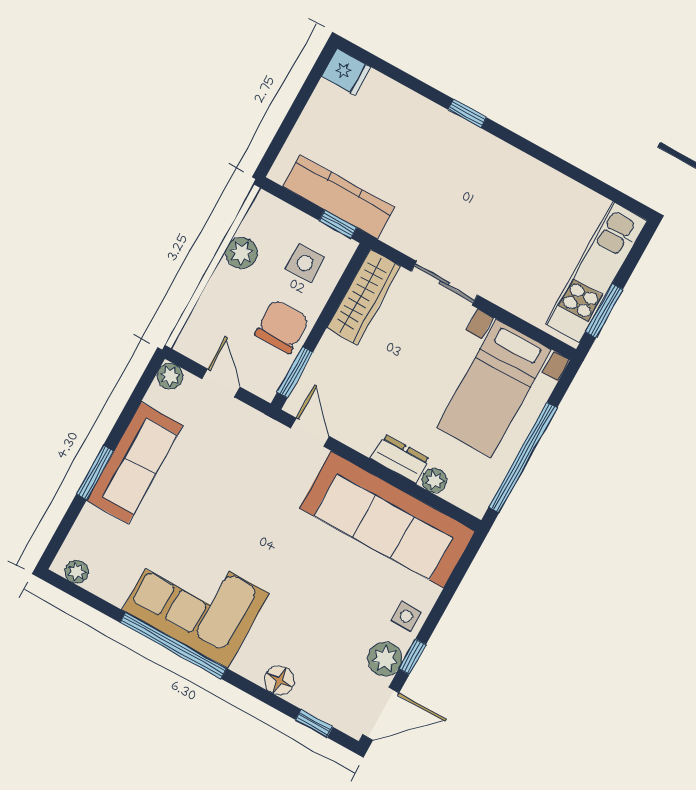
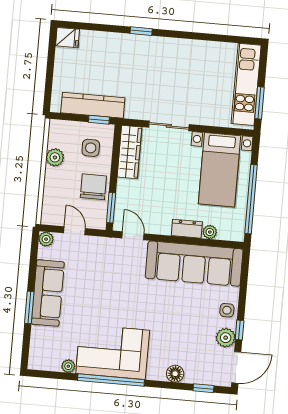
plant: (77, 572) -> (68, 366), moved

